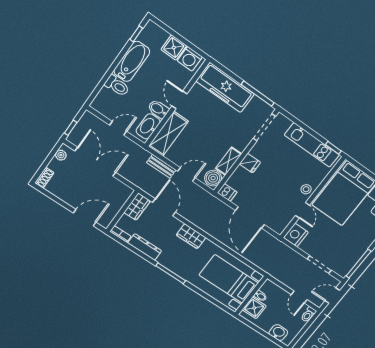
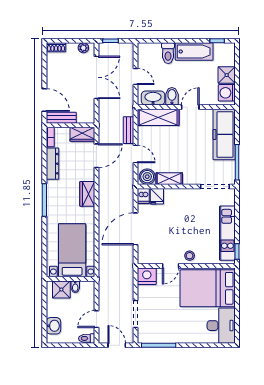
fridge: (250, 163) -> (157, 196), moved
bench: (110, 214) -> (61, 118), added

